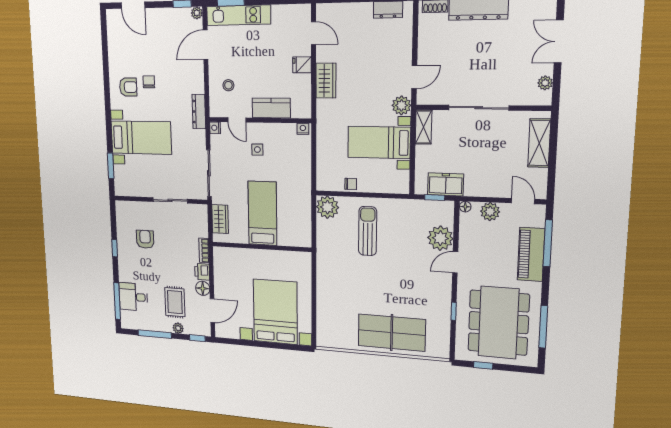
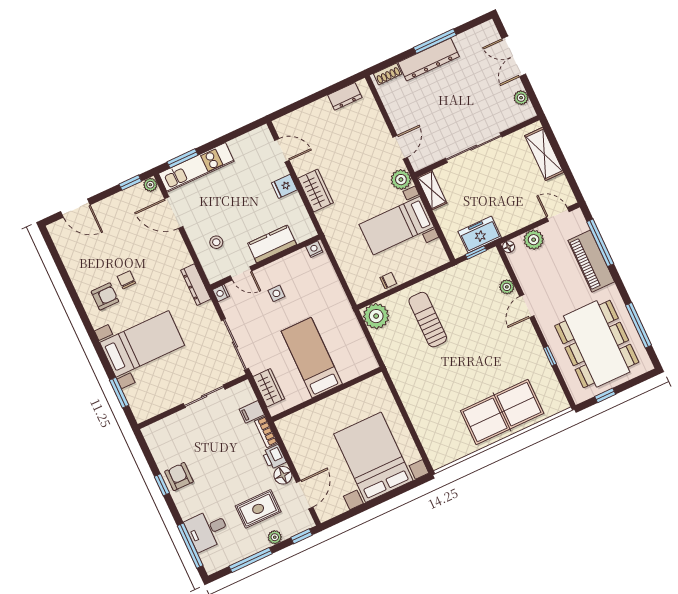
door: (206, 45) -> (174, 213), hinge flipped
filing cabinet: (200, 230) -> (252, 412), added
plant: (440, 238) -> (507, 287), width x0.53, depth x0.53
armchair: (145, 239) -> (179, 477), moved
rug: (175, 302) -> (258, 509), turned 90

